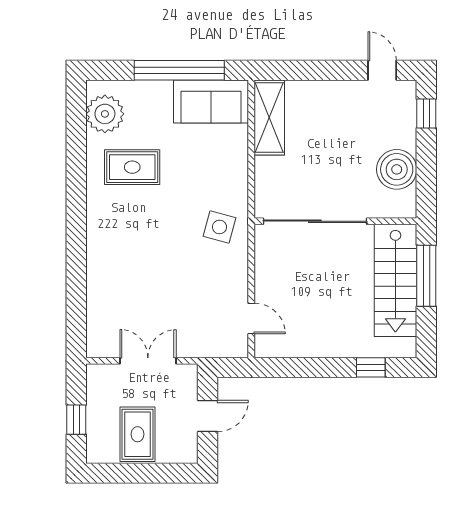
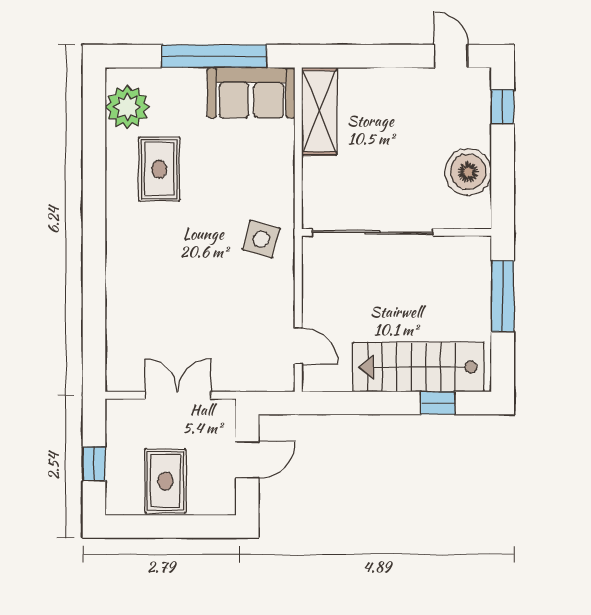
rug: (132, 167) -> (159, 169), turned 90
stairs: (395, 280) -> (418, 367), moved, turned 90

